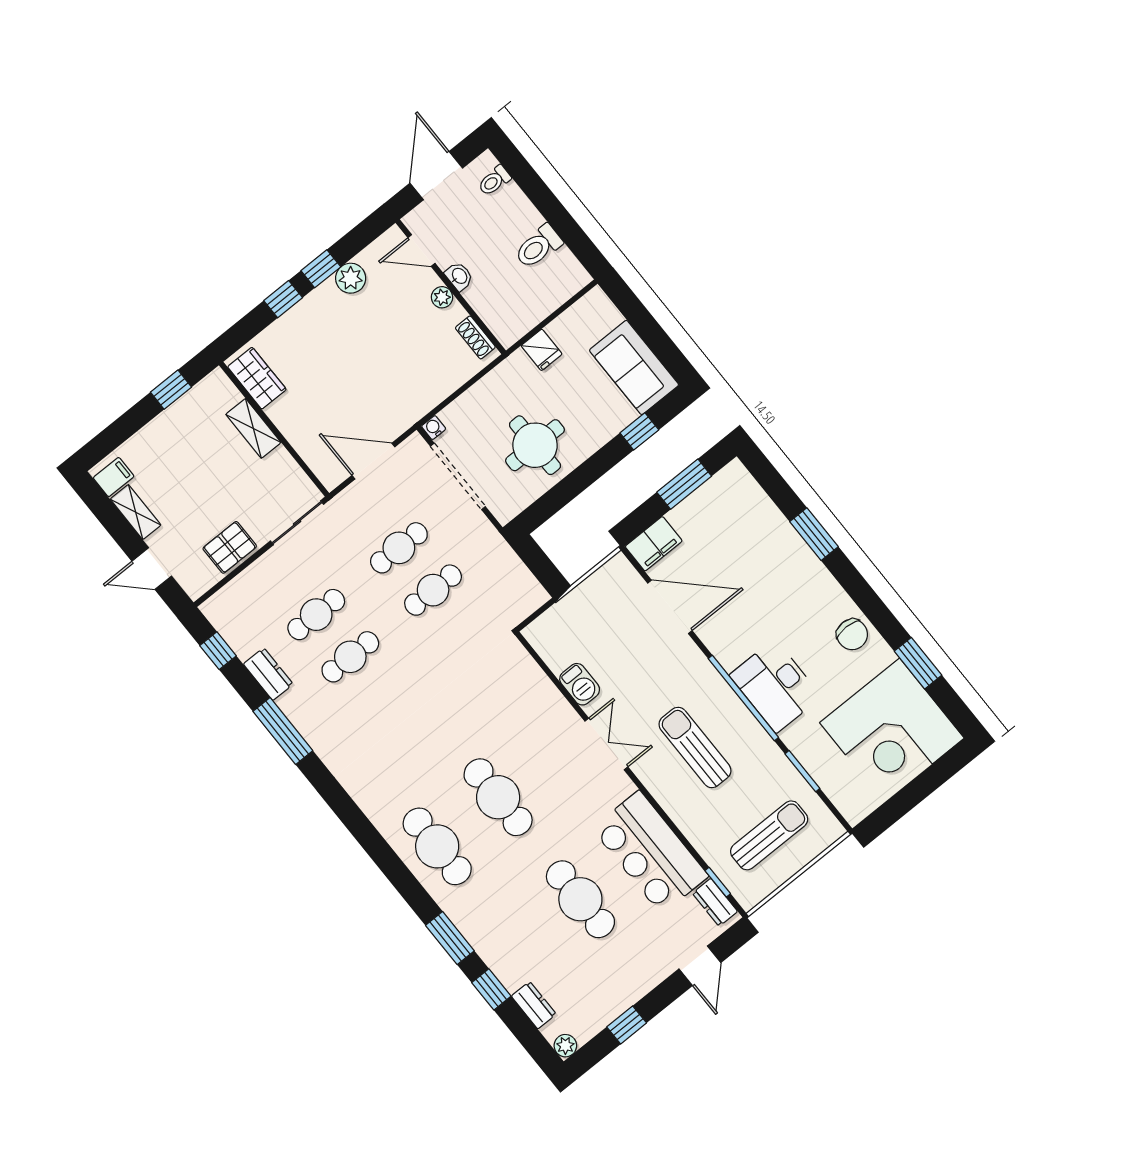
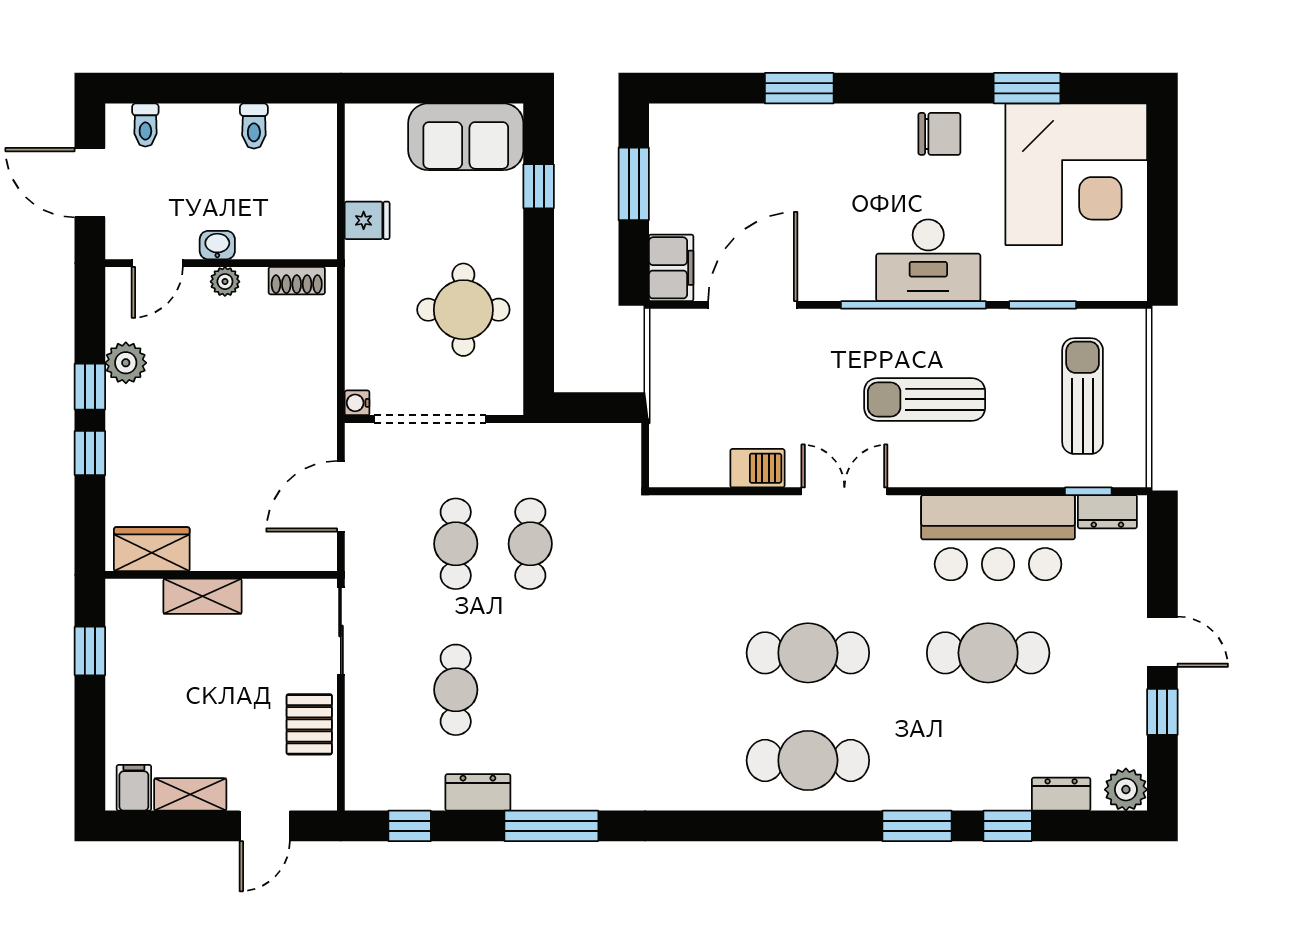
toilet: (538, 247) -> (254, 126), width x0.73, depth x0.72
cafe table: (350, 657) -> (530, 690), removed
door: (700, 966) -> (1162, 642), moved
plant: (565, 1046) -> (1126, 790), width x1.38, depth x1.38

